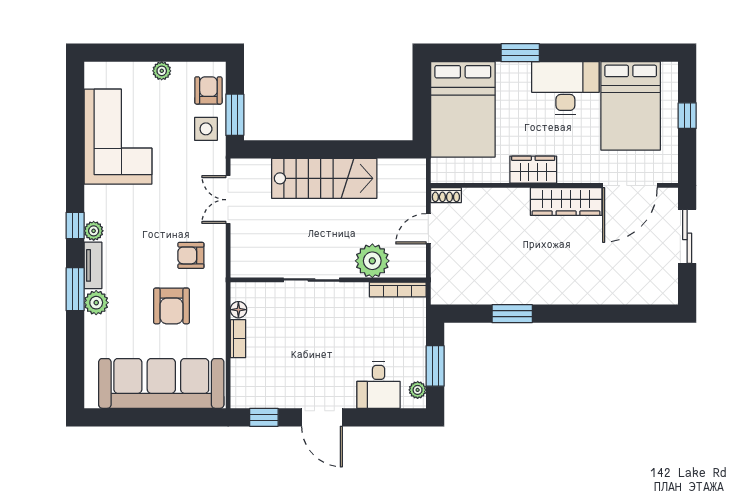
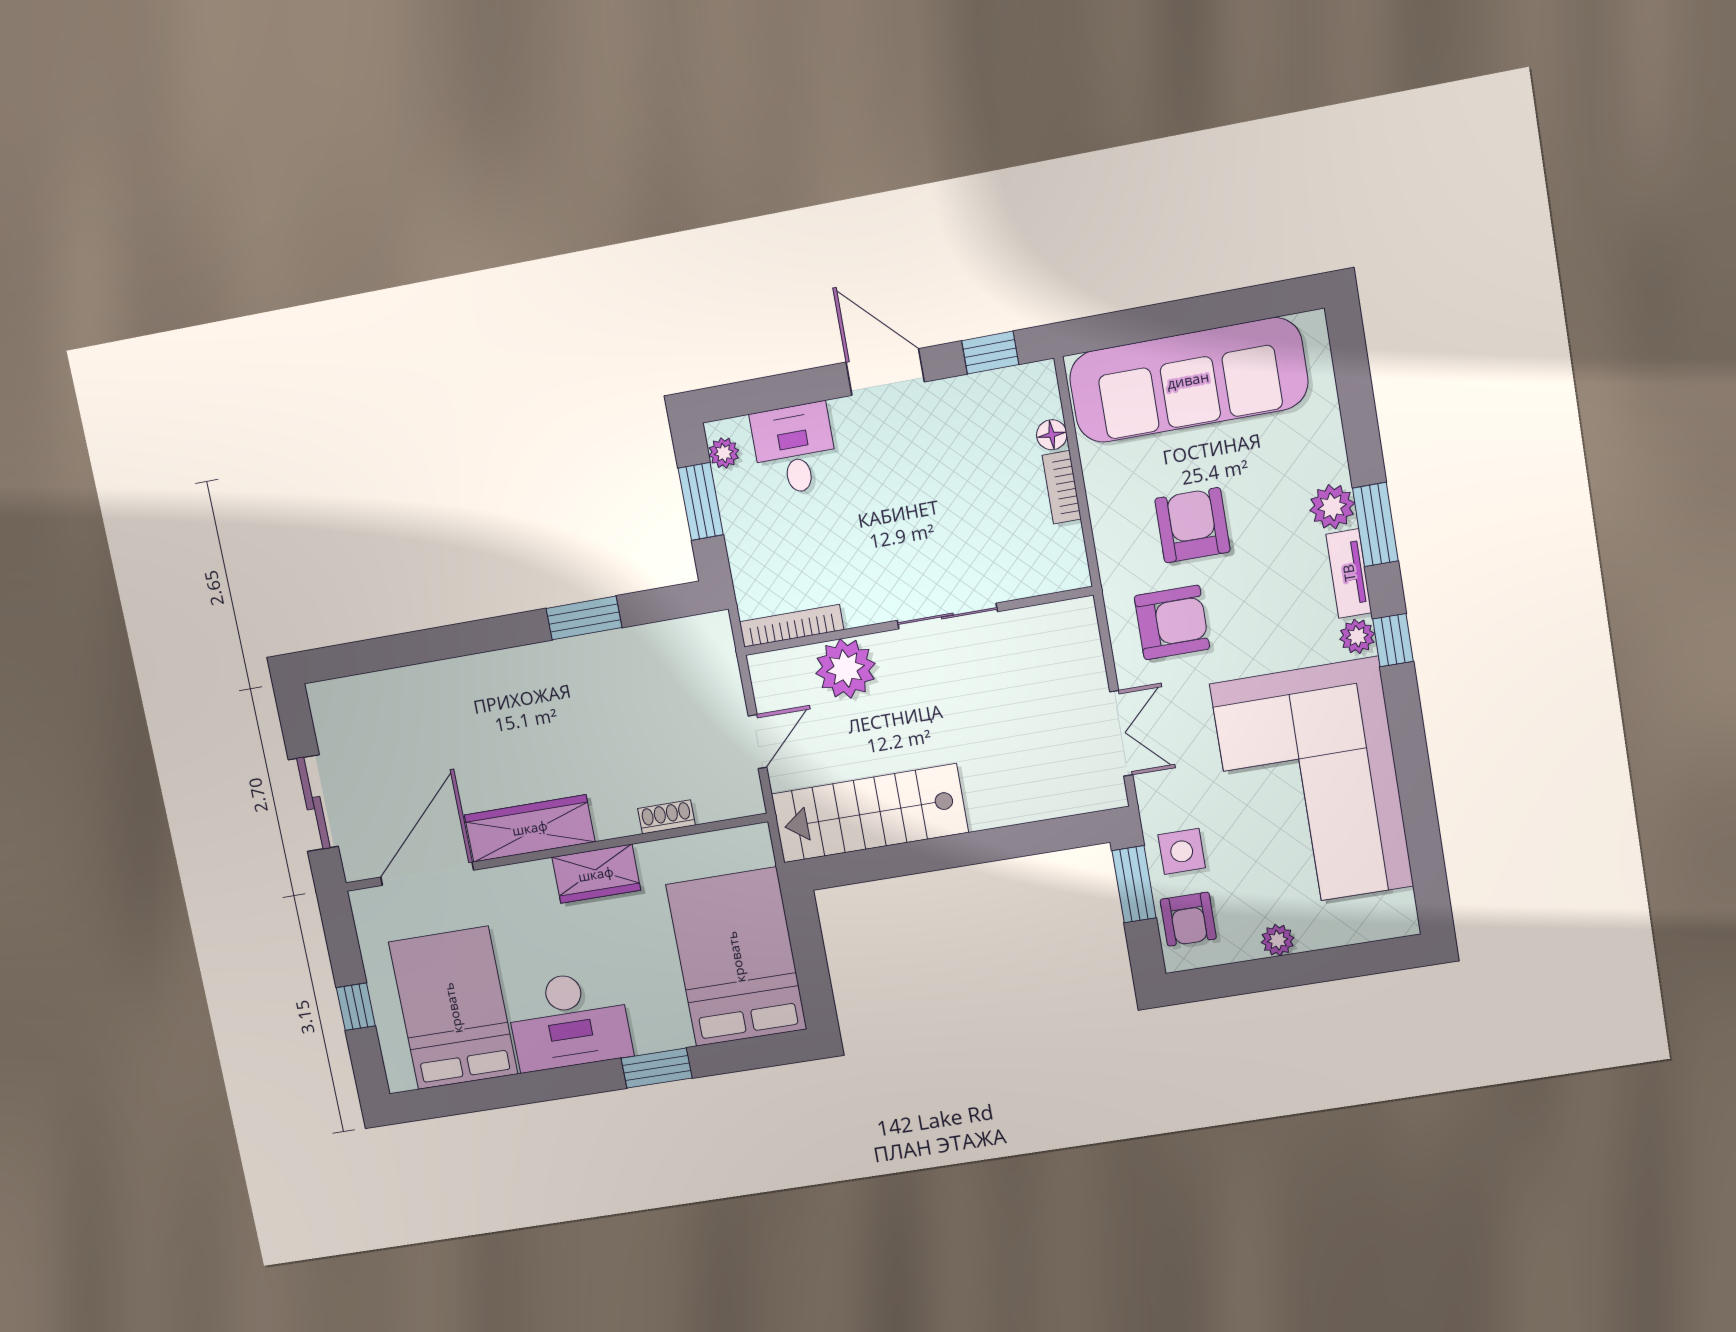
corner sofa: (118, 137) -> (1312, 785), width x1.36, depth x1.36
stairs: (324, 178) -> (870, 813), moved
shoe rack: (446, 195) -> (666, 817), moved
armchair: (191, 255) -> (1172, 622), width x1.38, depth x1.38
floor lamp: (238, 310) -> (1052, 435), moved

